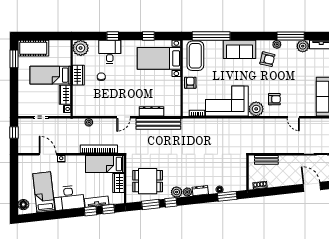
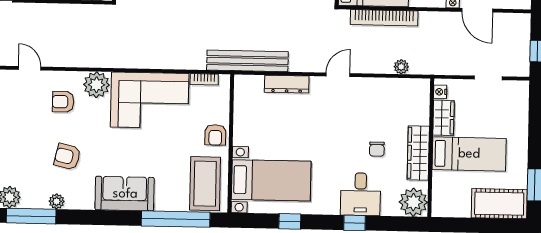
armchair: (267, 59) -> (67, 157), moved
wardrobe: (78, 75) -> (418, 153), width x1.50
bench: (158, 124) -> (247, 61), moved

